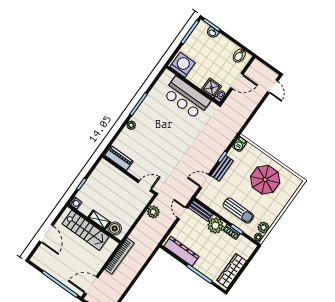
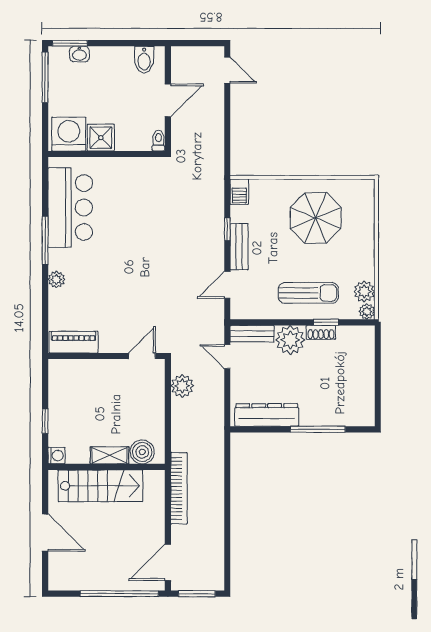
shower: (211, 88) -> (101, 138), moved
bar counter: (187, 98) -> (70, 208), moved, turned -90
wardrobe: (232, 271) -> (363, 390), removed

